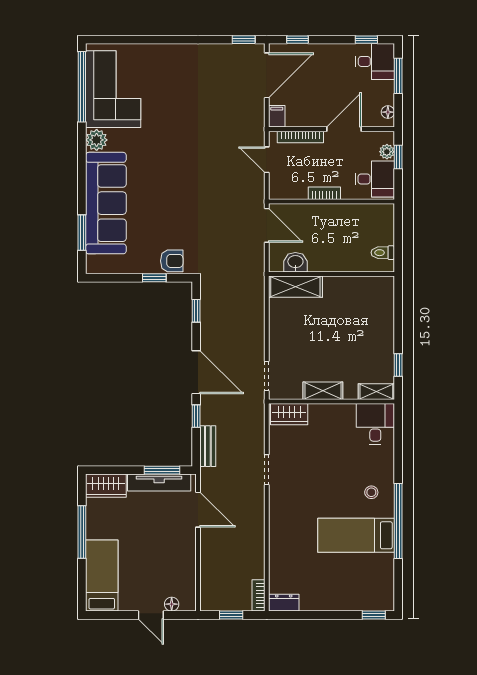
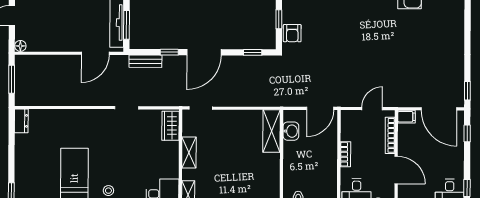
bookcase: (258, 595) -> (27, 101), removed
floor lamp: (172, 604) -> (20, 46), moved
window: (231, 615) -> (12, 79), width x1.50

